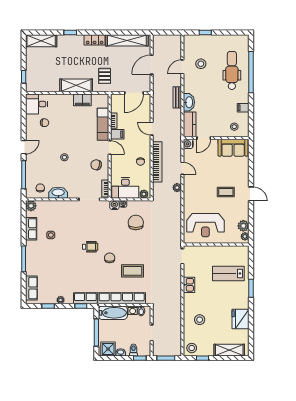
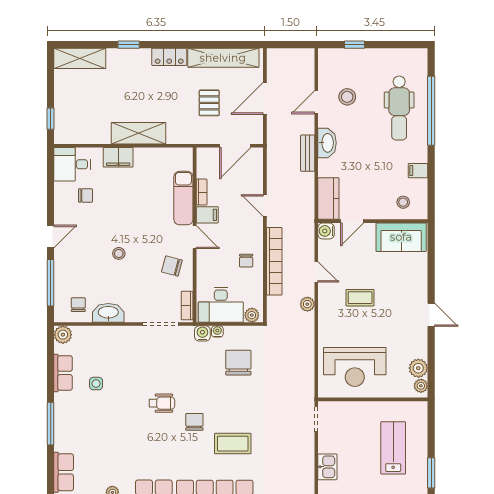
dental chair: (232, 70) -> (399, 108), turned 180
pallet: (105, 76) -> (209, 103), moved
filing cabinet: (82, 100) -> (118, 157), moved
washbasin: (189, 102) -> (327, 143), moved
coffee table: (226, 192) -> (360, 298), moved
lab bench: (228, 273) -> (393, 448), turned 90

